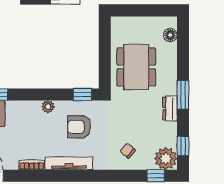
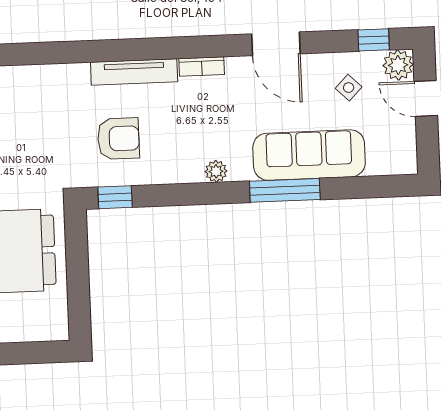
plant: (48, 107) -> (216, 171), moved
chair: (128, 151) -> (29, 99), removed

